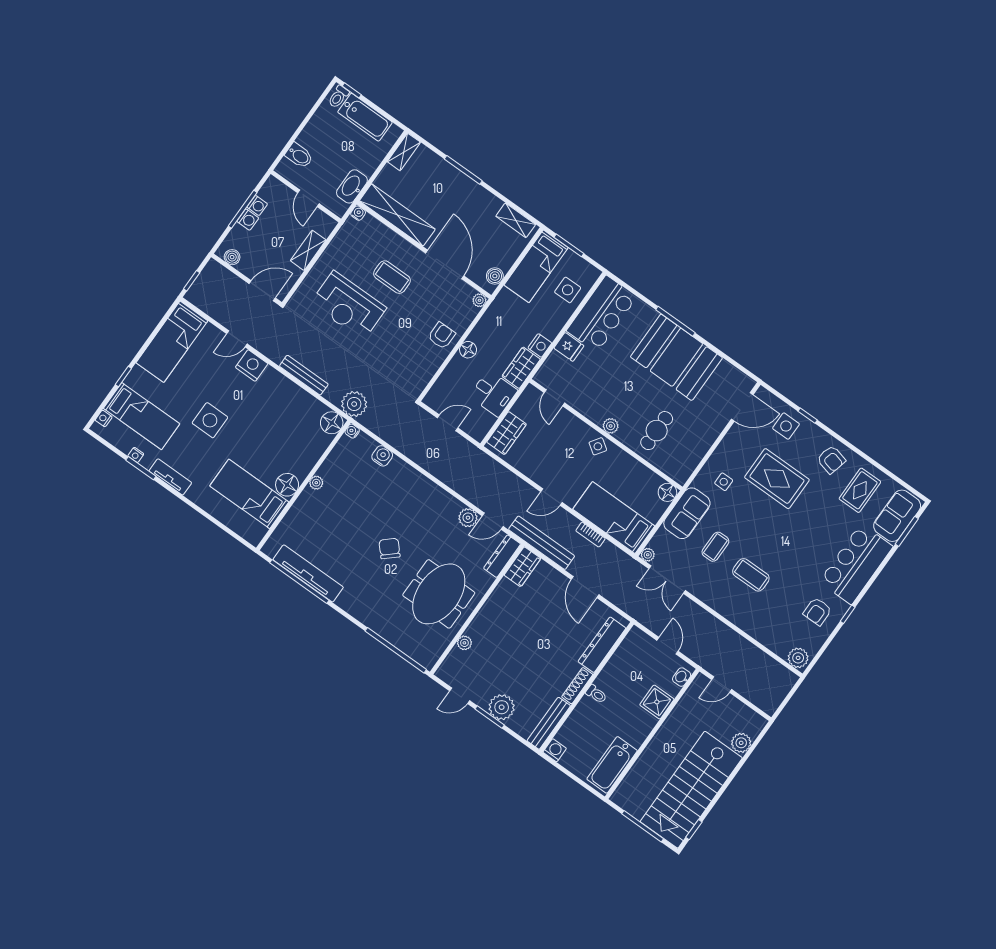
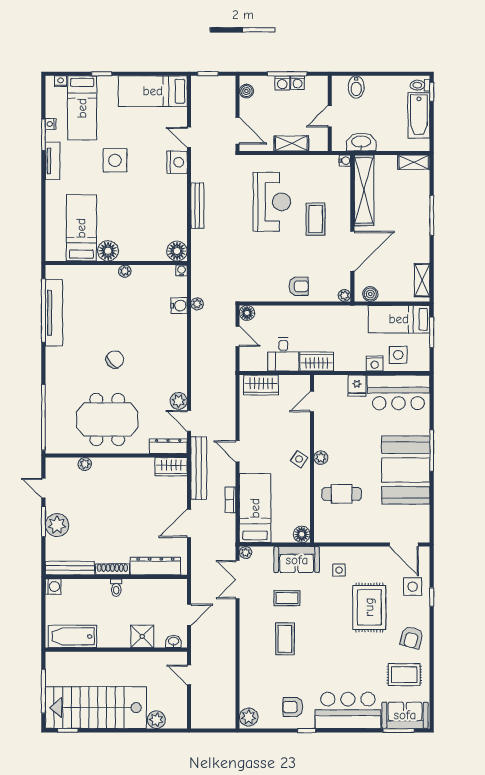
reception desk: (348, 305) -> (272, 202), turned 180
nightstand: (540, 345) -> (375, 364), moved
floor lamp: (468, 350) -> (247, 313), moved
plant: (354, 404) -> (197, 304), moved, width x0.53, depth x0.53

